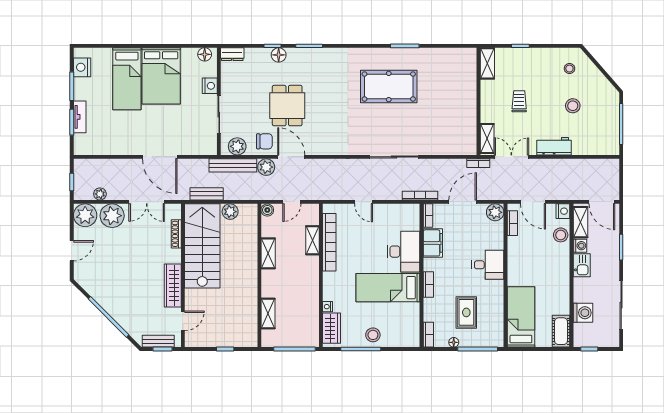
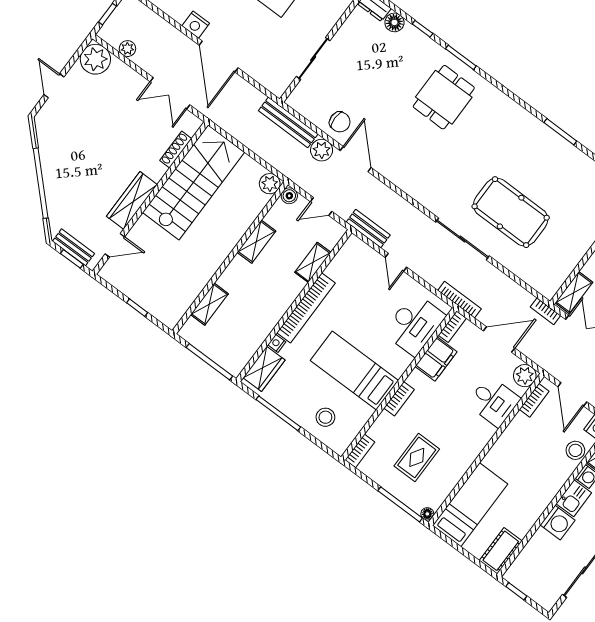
floor lamp: (279, 55) -> (394, 22), moved
nightstand: (210, 86) -> (196, 25), moved, turned 90
pool table: (389, 87) -> (511, 212), moved
dining table: (287, 106) -> (444, 97), moved
plant: (237, 146) -> (307, 106), removed
bench: (207, 194) -> (368, 228), moved
plant: (230, 212) -> (270, 184), moved
plant: (112, 216) -> (123, 81), removed
bookcase: (329, 242) -> (306, 308), moved
door: (72, 251) -> (54, 86), swing flipped
desk: (404, 252) -> (414, 324), moved
desk: (488, 265) -> (494, 401), moved
washing machine: (583, 313) -> (558, 523), moved
stool: (373, 335) -> (325, 417), moved
floor lamp: (454, 342) -> (427, 514), moved

